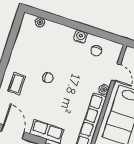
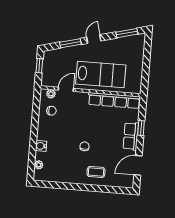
water cooler: (81, 37) -> (41, 146), moved
plant: (104, 89) -> (51, 94), moved

